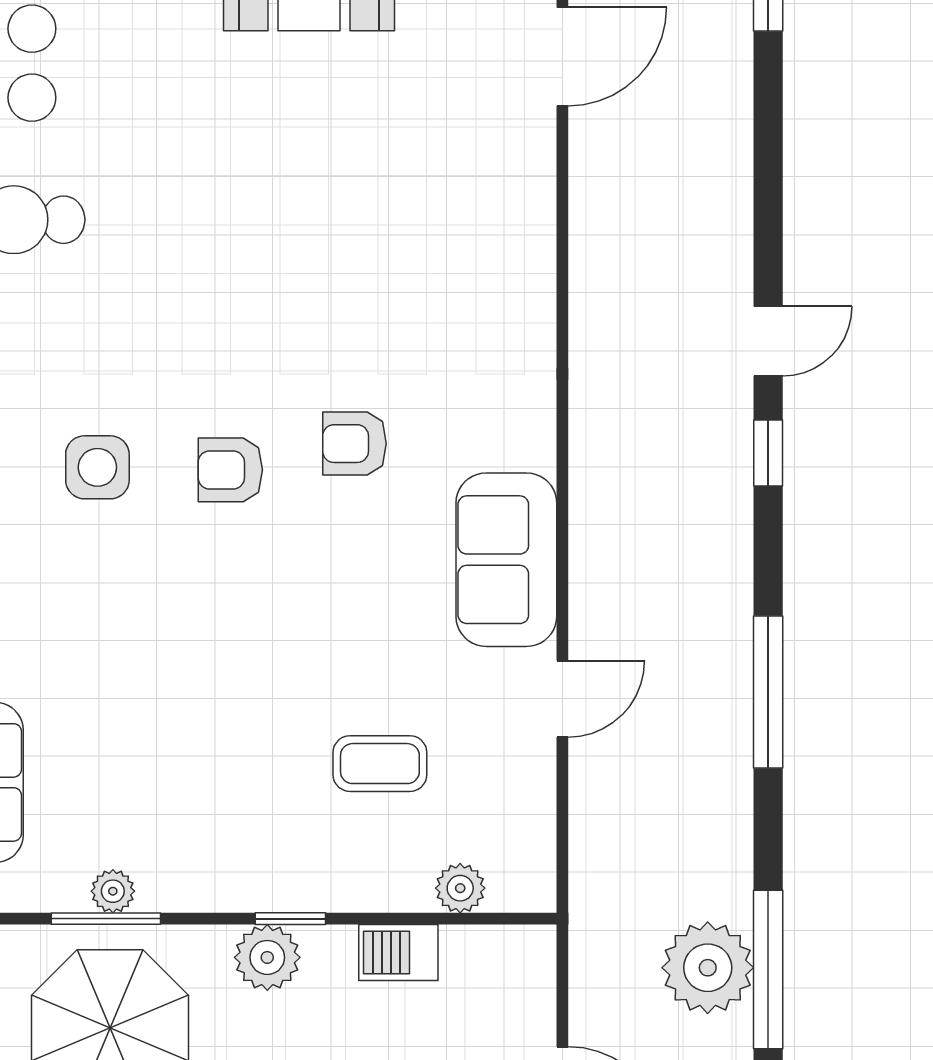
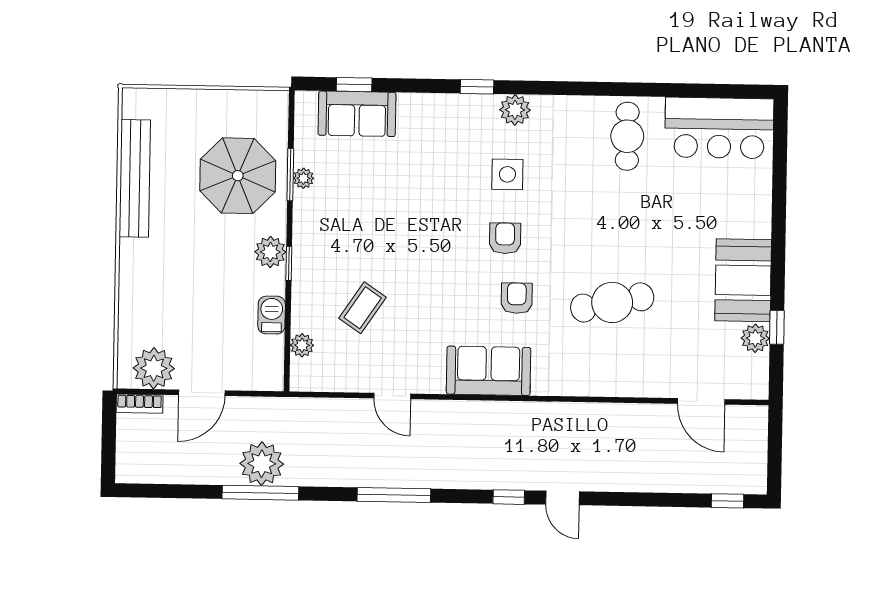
cafe table: (360, 245) -> (612, 302), added
sofa: (506, 560) -> (489, 371), moved
coffee table: (380, 764) -> (363, 308), turned 34

